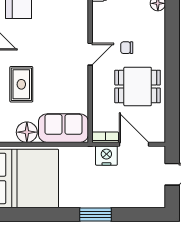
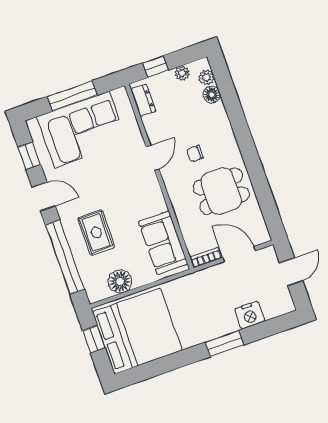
door: (90, 54) -> (153, 158), moved
sofa: (63, 128) -> (163, 243), moved, turned -90
nightstand: (106, 156) -> (250, 315), moved, turned 180

